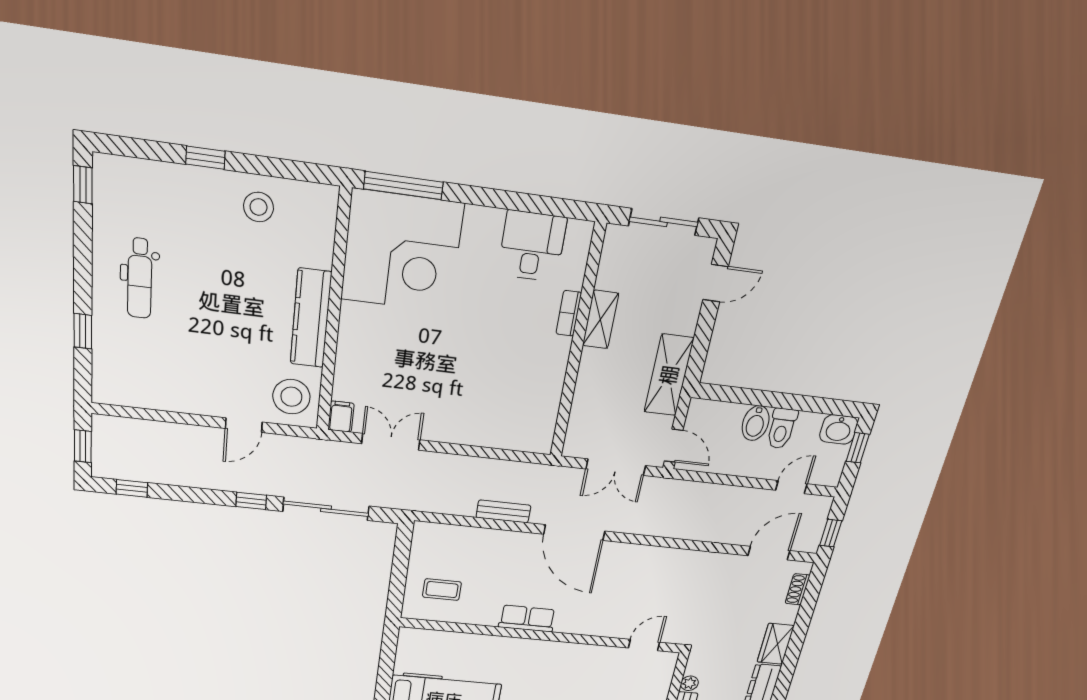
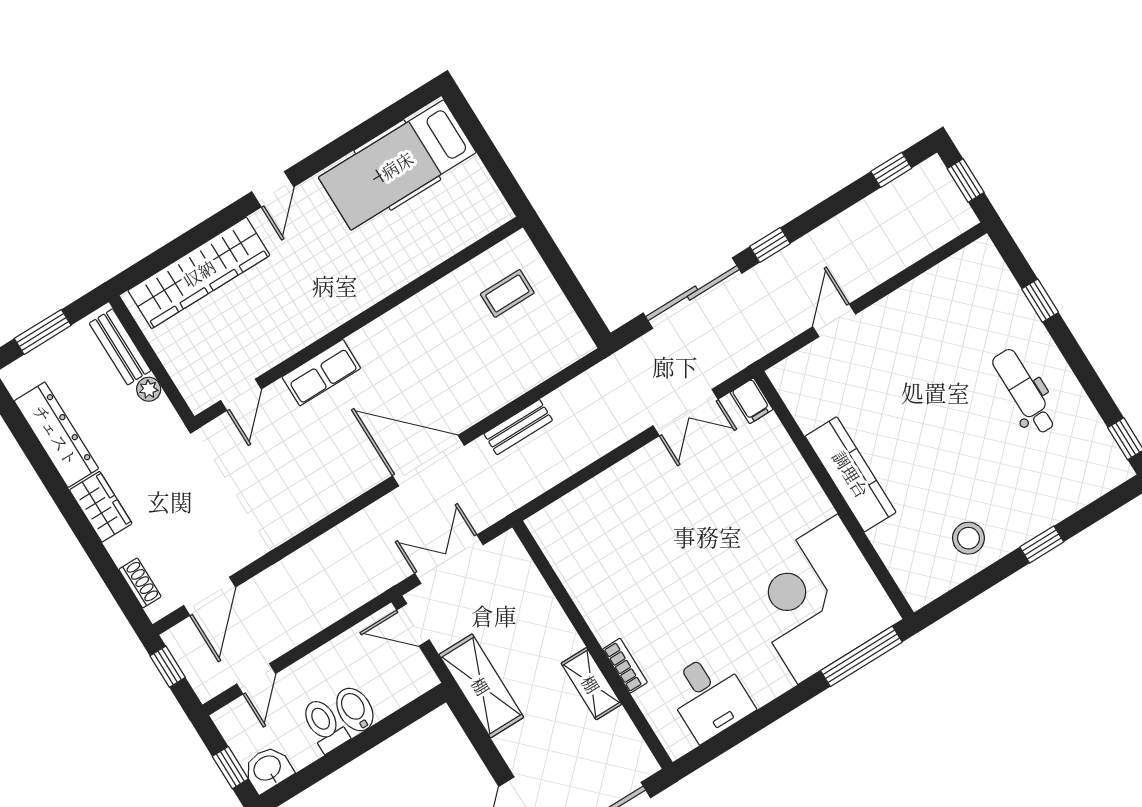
stool: (291, 397) -> (812, 384), removed
row of seats: (527, 619) -> (321, 373), moved

